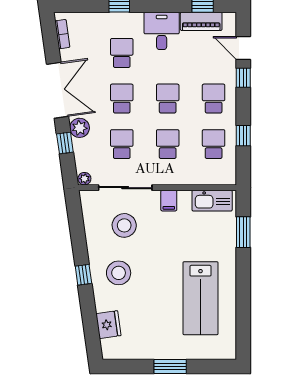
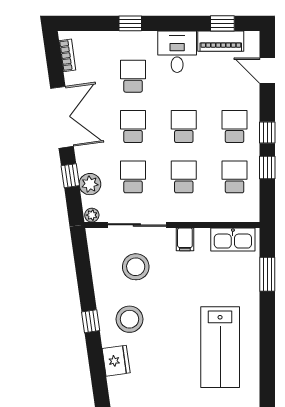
window: (243, 78) -> (267, 132), moved
plant: (80, 128) -> (90, 184), moved
fridge: (108, 325) -> (116, 361), moved

